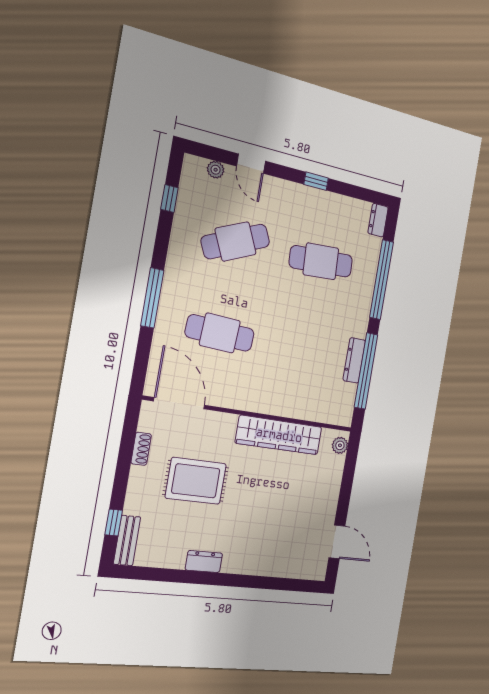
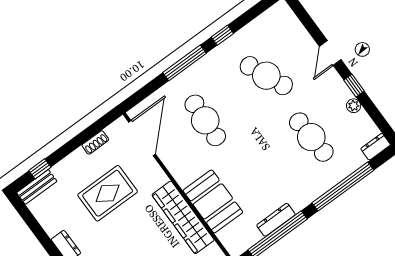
door: (251, 164) -> (330, 53), moved
plant: (216, 170) -> (354, 106), moved
window: (169, 198) -> (222, 35), moved
booth: (291, 397) -> (213, 201), added
rug: (196, 481) -> (108, 193), turned 90

